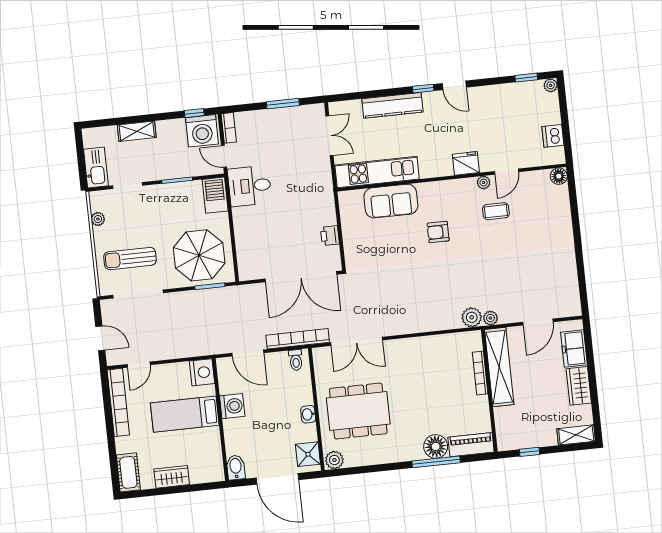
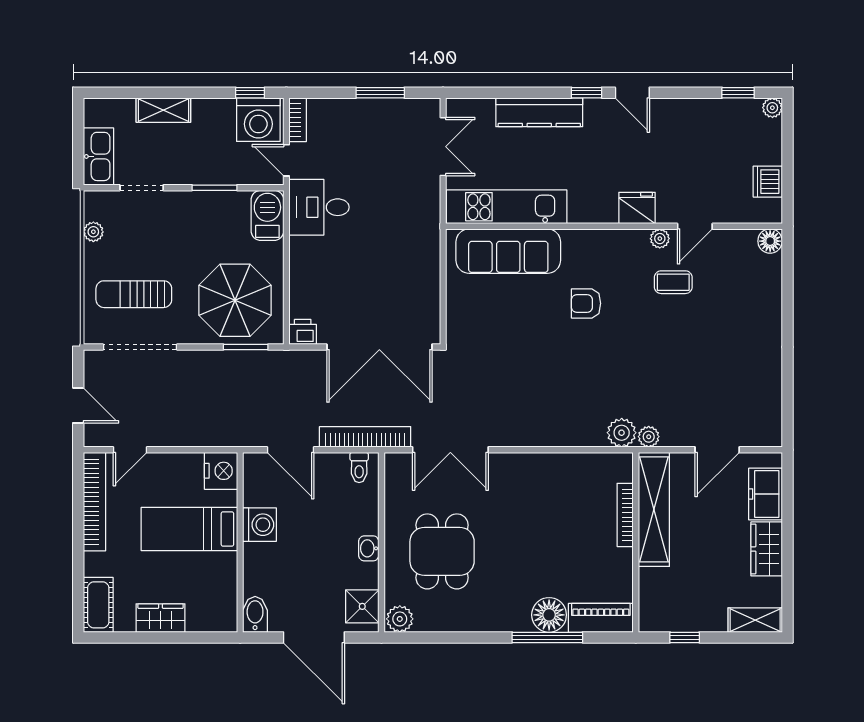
sofa: (391, 201) -> (508, 251), width x1.36
printer: (330, 236) -> (303, 332), moved, turned 90
dining table: (358, 411) -> (442, 551), width x0.73

